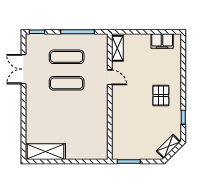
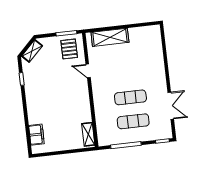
filing cabinet: (162, 41) -> (36, 135), moved, turned 90
door: (110, 77) -> (88, 71), moved
pallet: (161, 96) -> (69, 49), moved
shelving: (45, 152) -> (110, 37), moved

